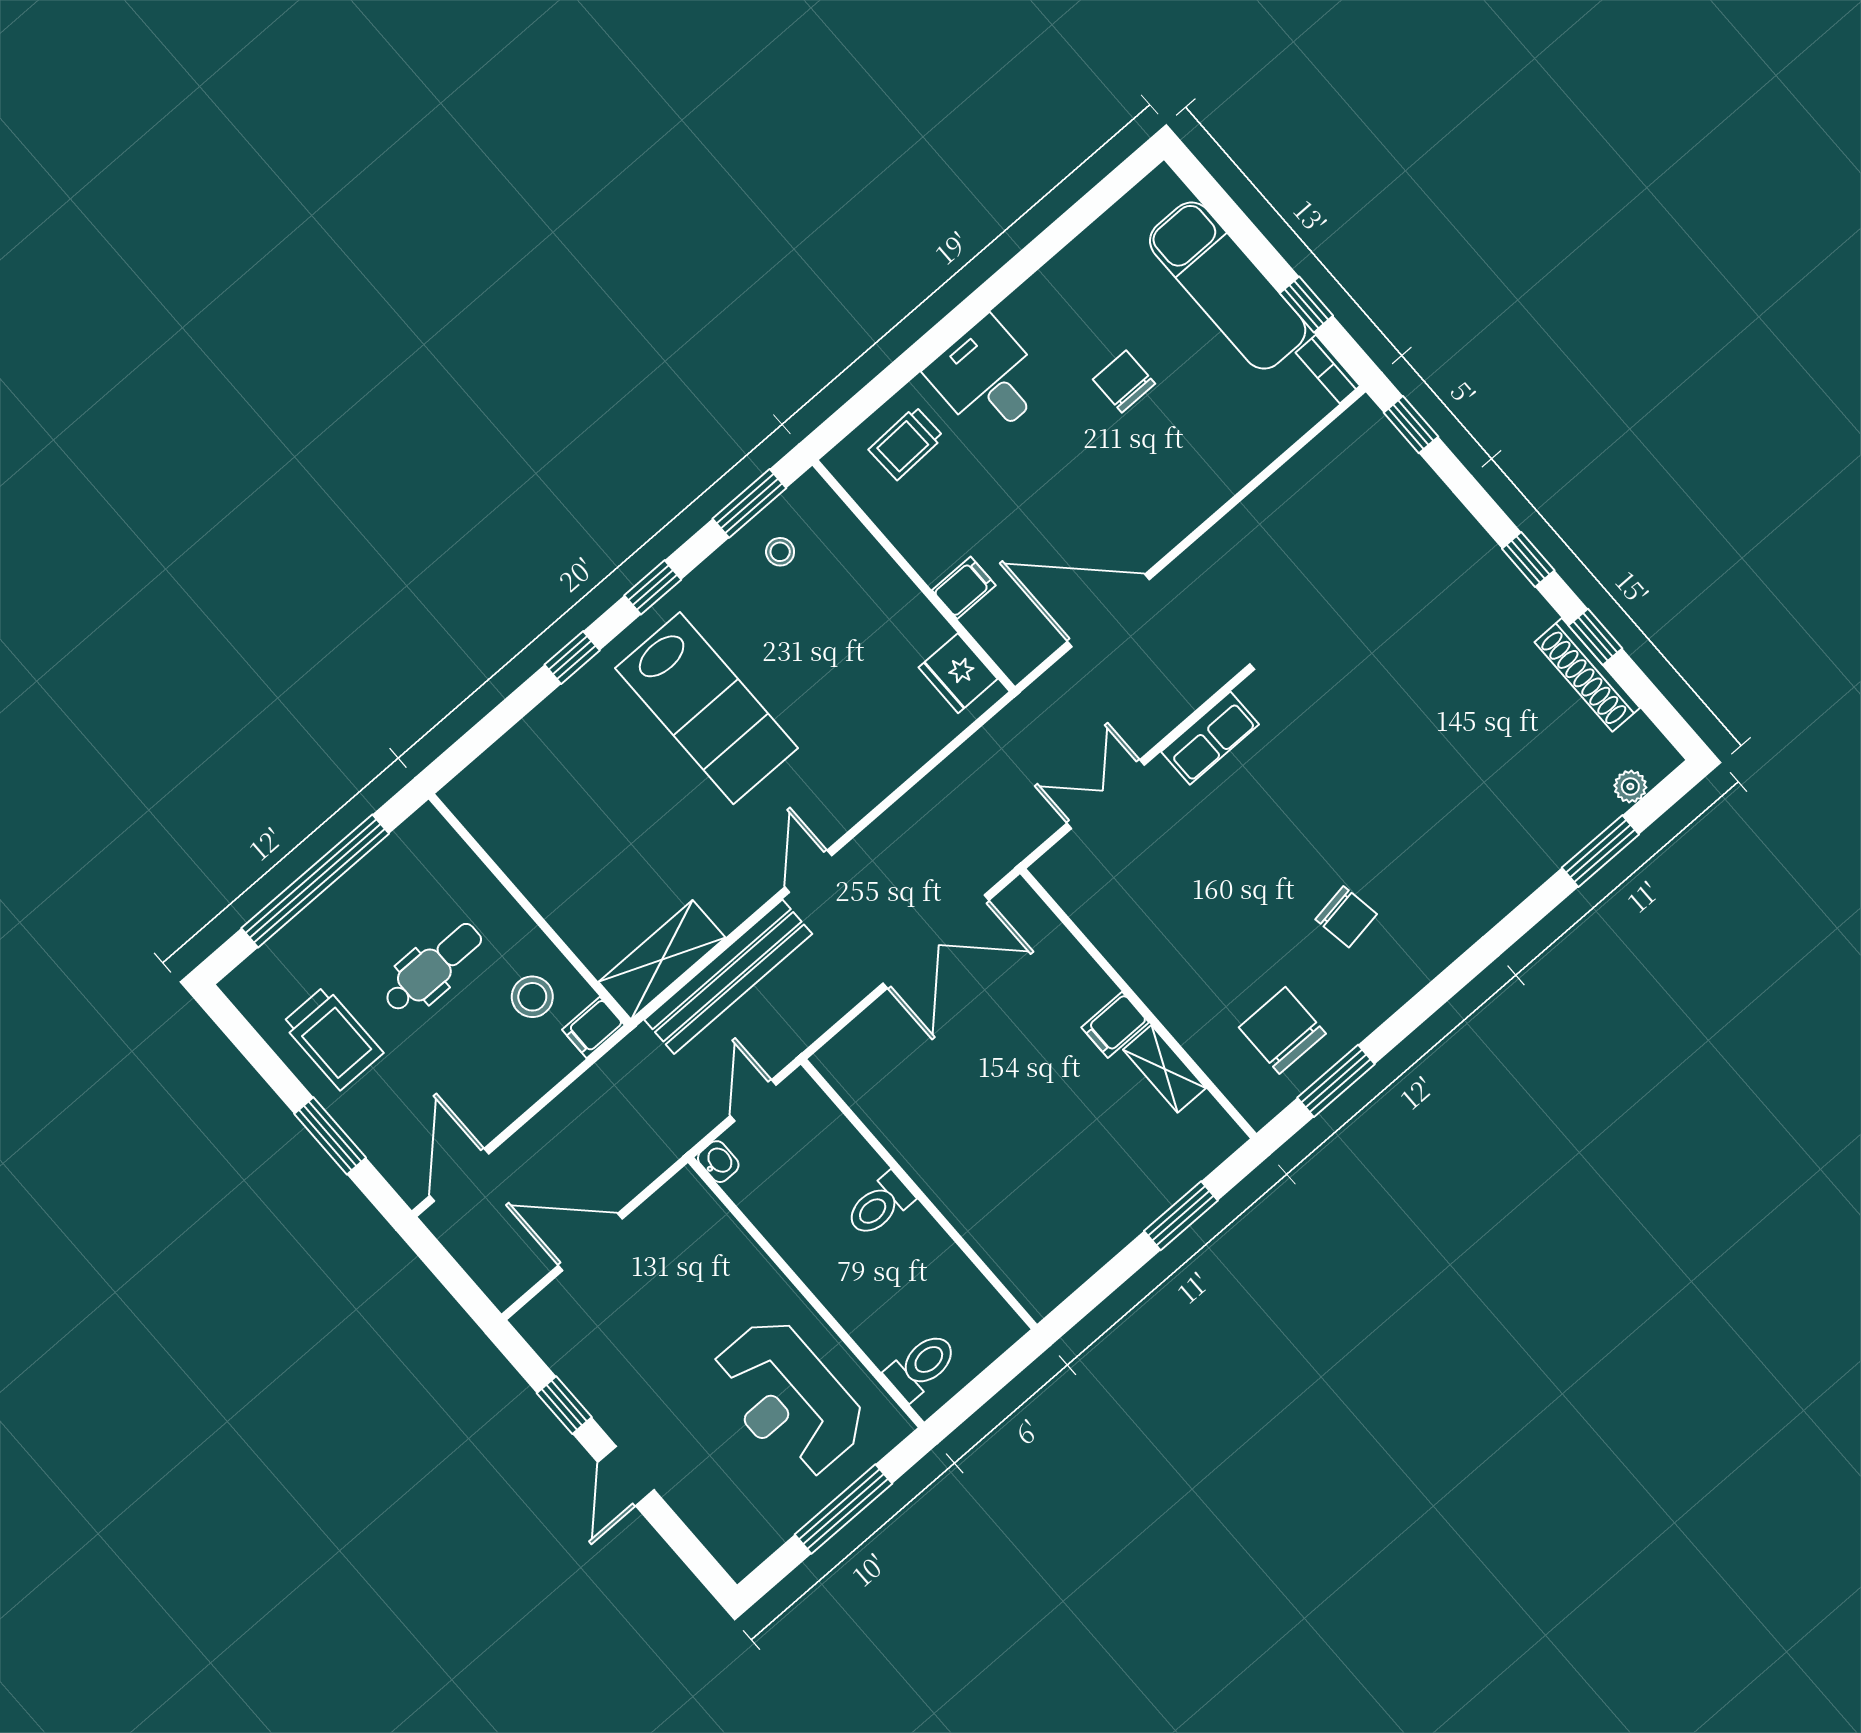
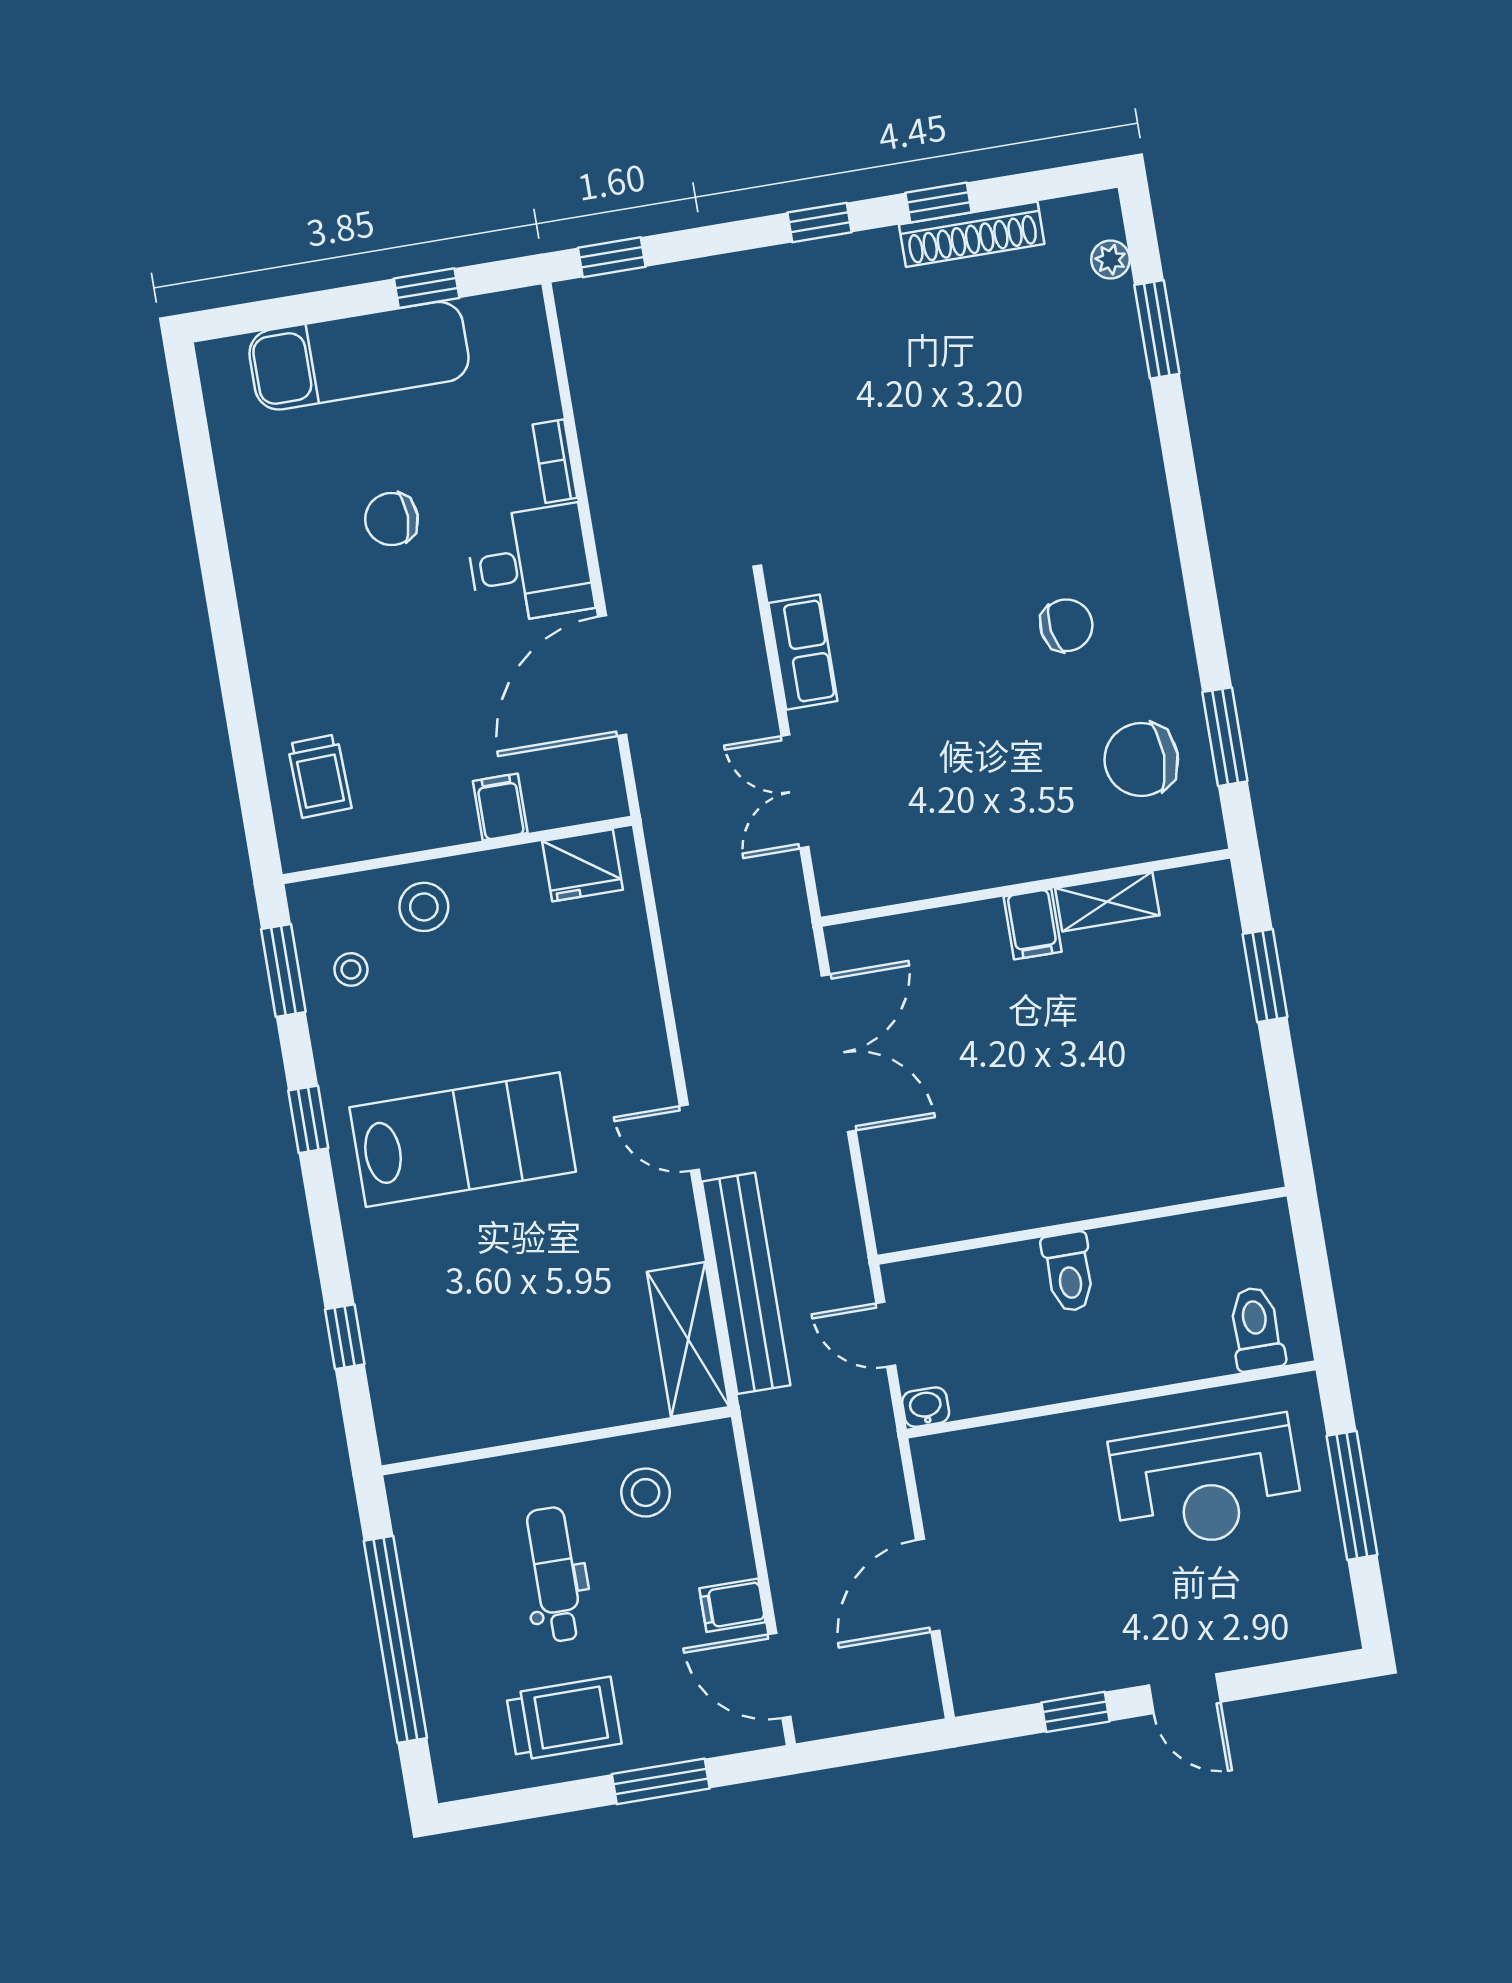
bookcase: (1328, 369) -> (555, 461), moved, turned 90
desk: (987, 379) -> (530, 564), moved, turned 180
stool: (858, 577) -> (424, 907), added
window: (572, 658) -> (345, 1337), moved
filing cabinet: (593, 1027) -> (732, 1605), moved, turned 90

